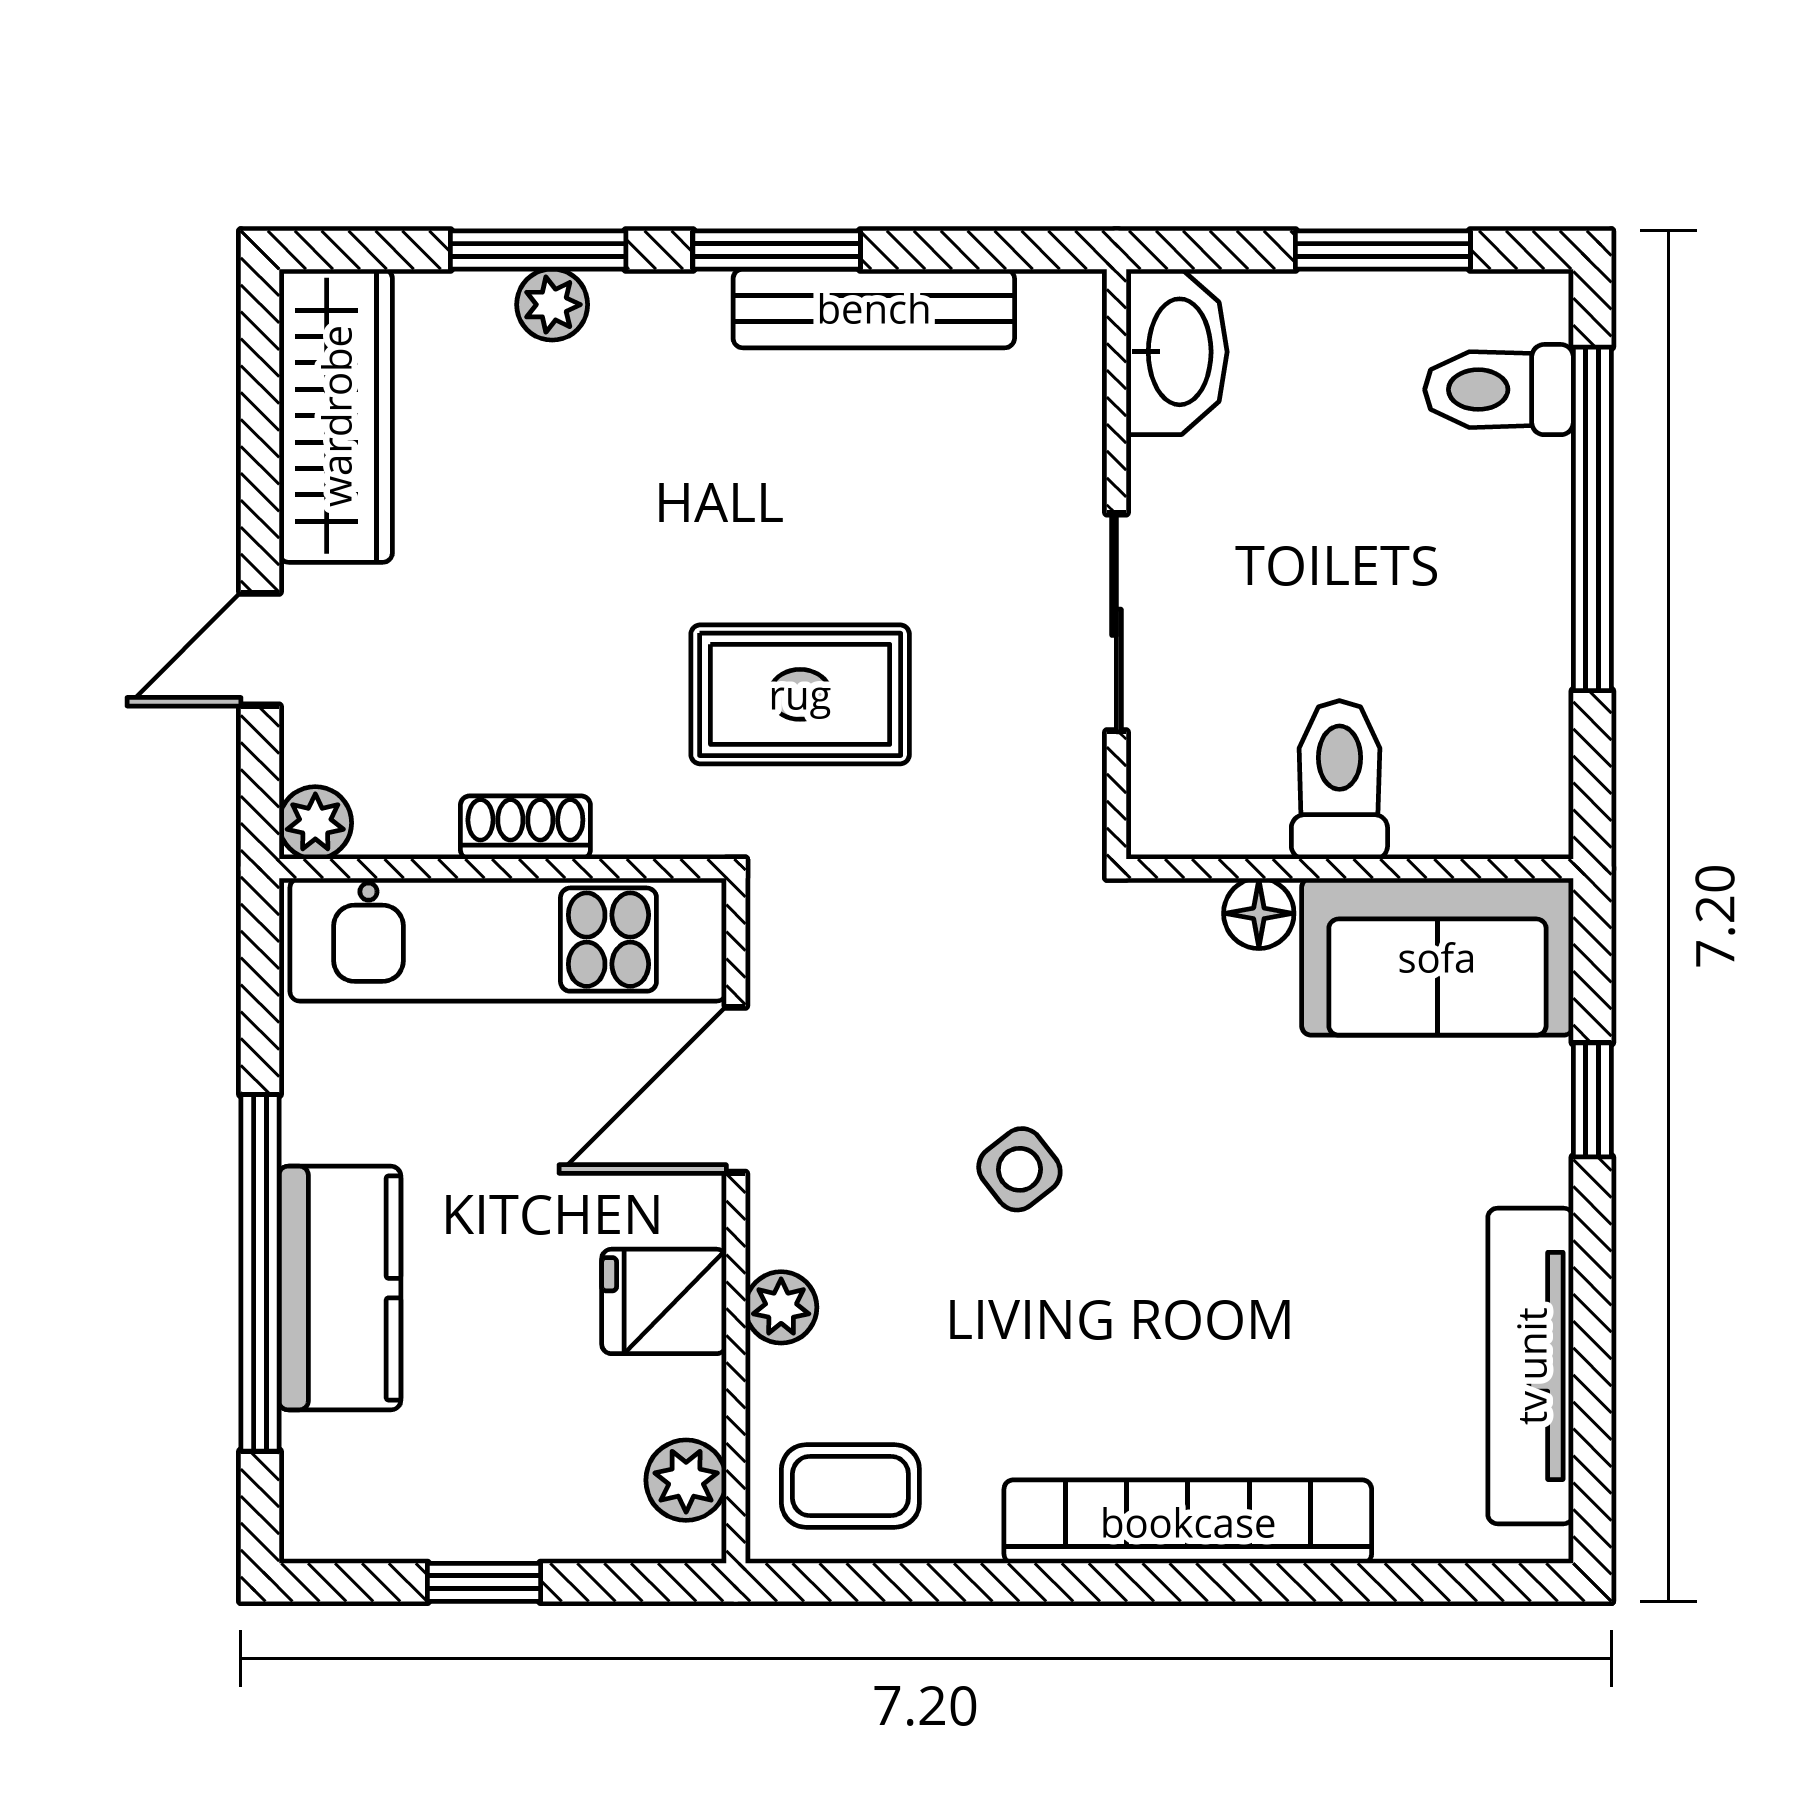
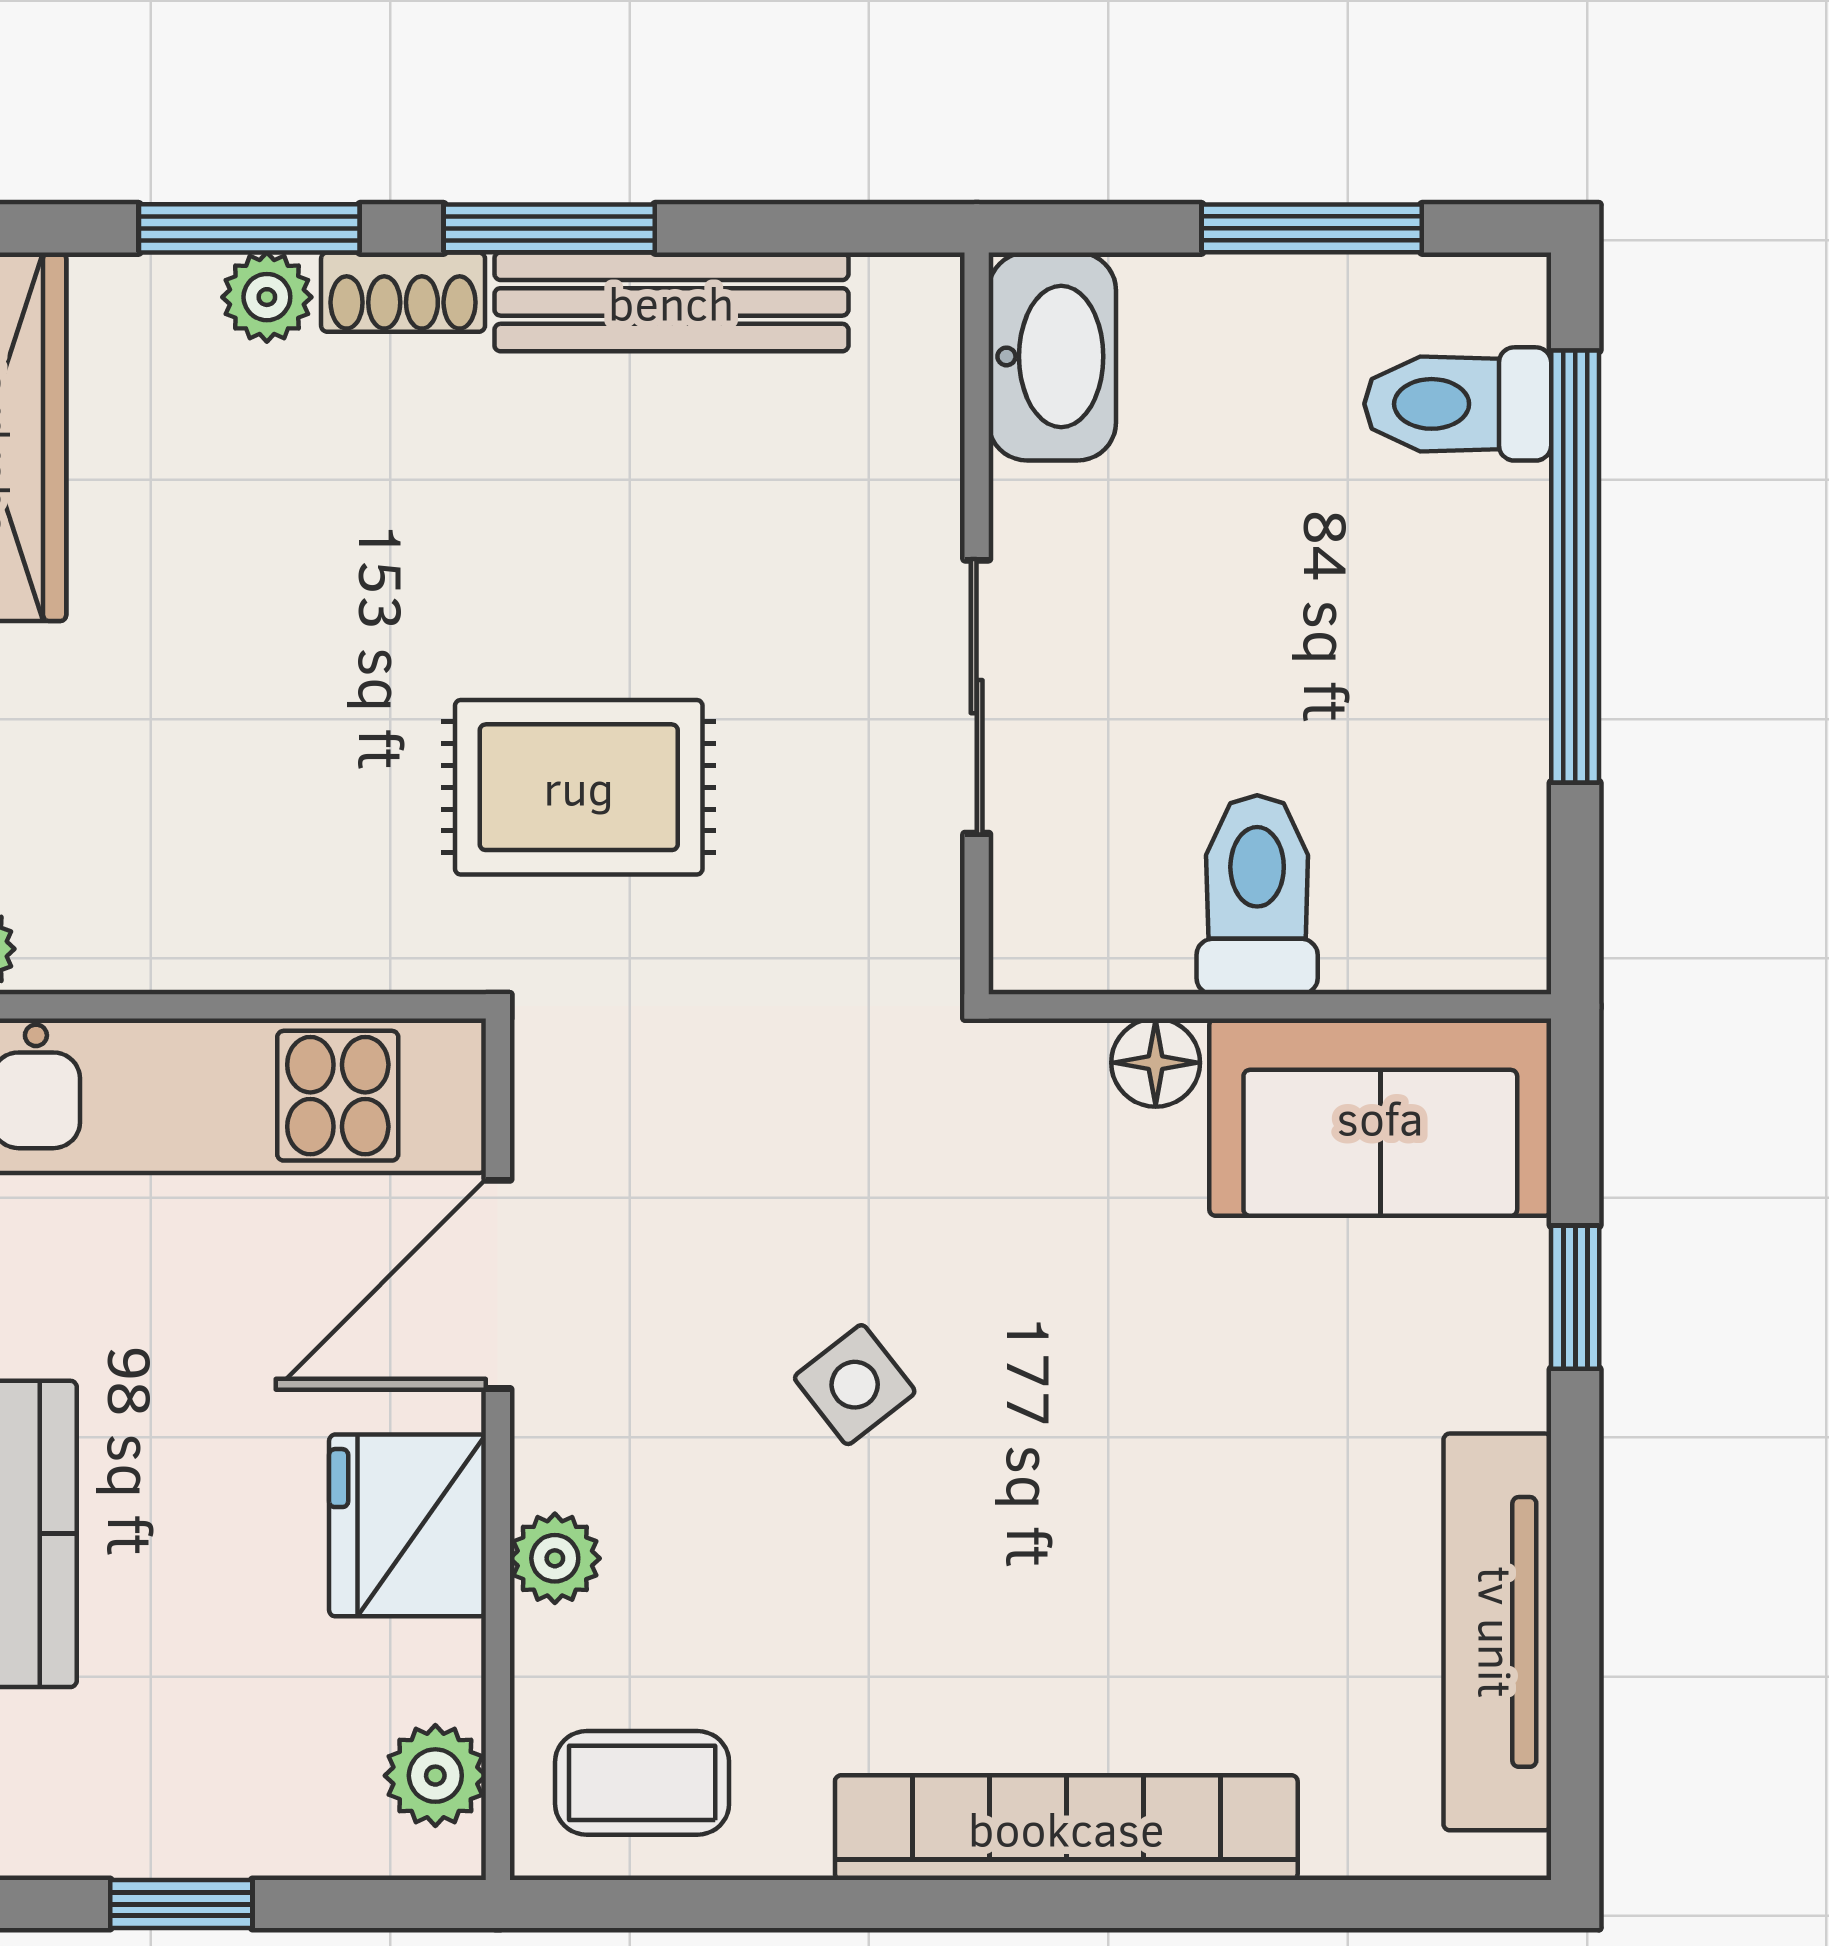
shoe rack: (525, 827) -> (403, 292), moved, turned 180
fridge: (664, 1301) -> (408, 1525), width x1.38

